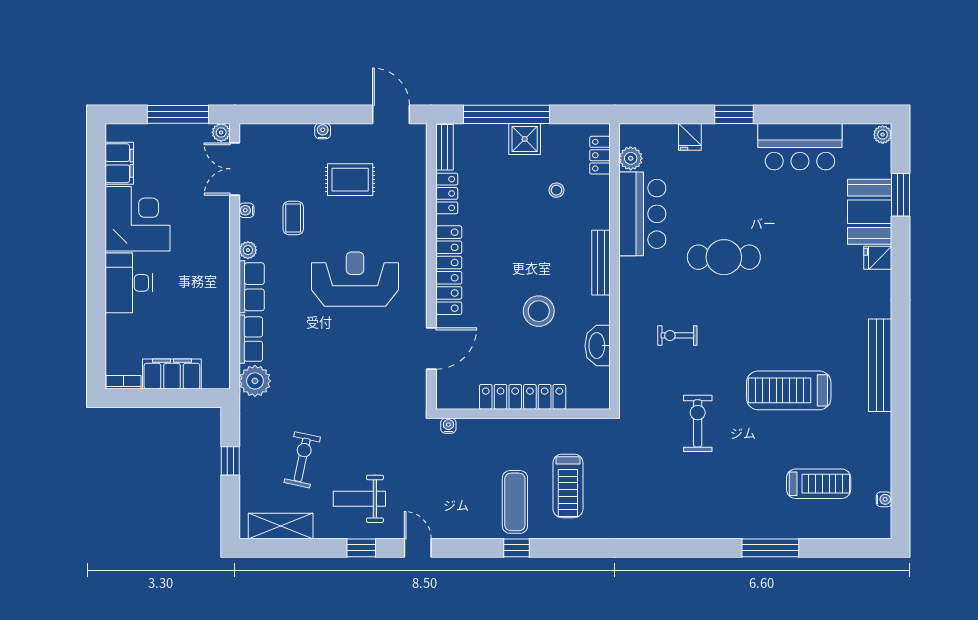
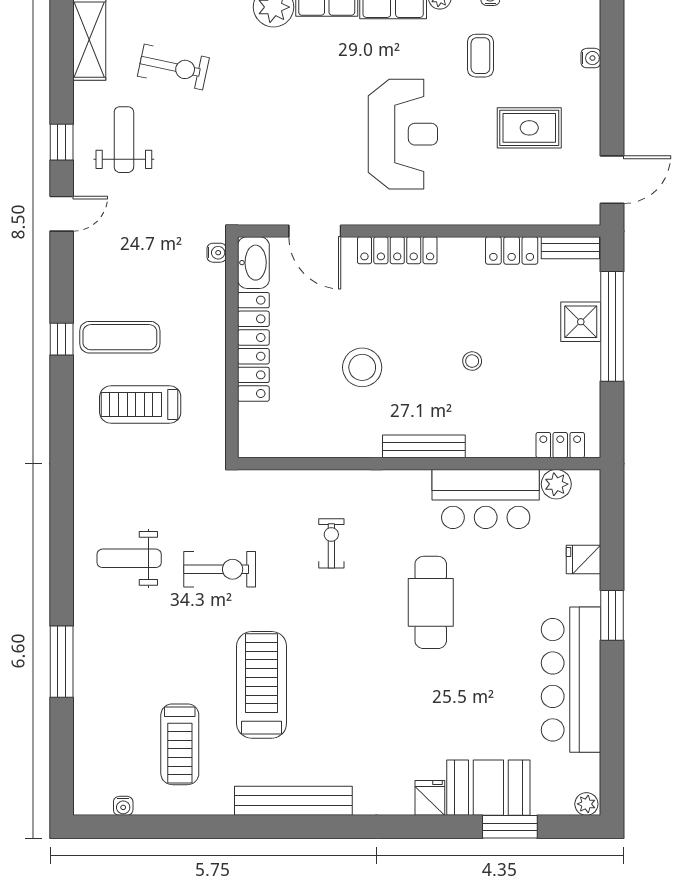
water cooler: (323, 131) -> (591, 58), moved
shower: (525, 139) -> (581, 322), moved
bar counter: (800, 147) -> (571, 680), width x1.36
rug: (350, 180) -> (529, 128), turned 90
stool: (556, 190) -> (472, 361), moved
coffee table: (293, 218) -> (480, 56), turned 90
locker: (449, 270) -> (397, 250), width x0.71, depth x0.83
washbasin: (598, 346) -> (253, 263), moved, turned 90
treadmill: (819, 484) -> (180, 744), moved
weight bench: (689, 495) -> (129, 558), added

